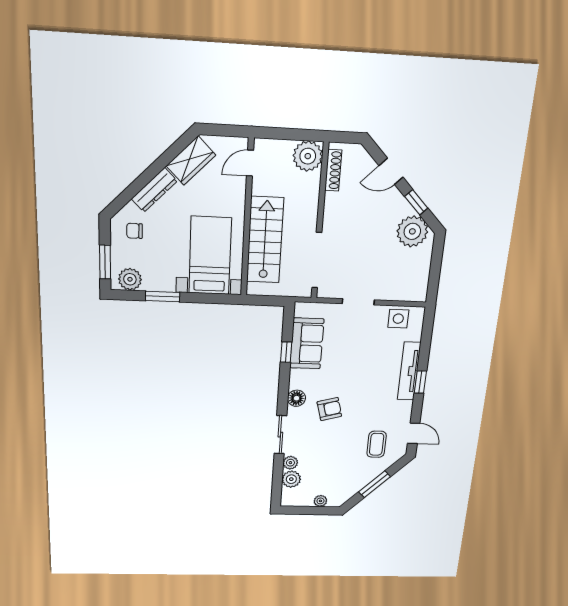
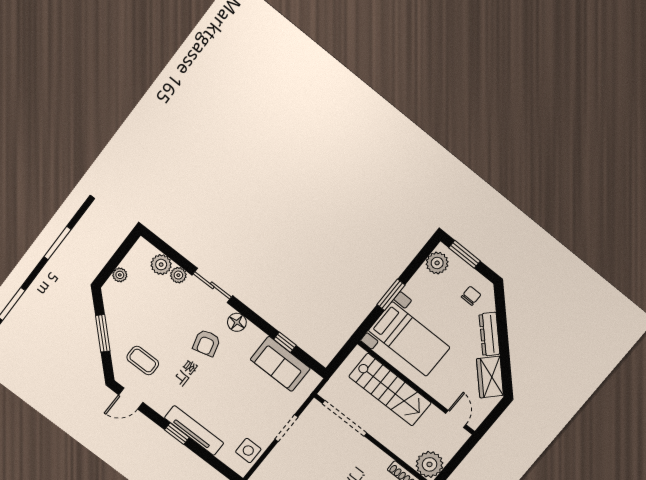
window: (163, 296) -> (391, 295), moved

